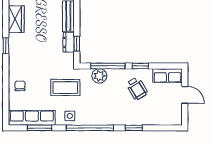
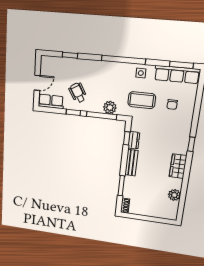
chair: (20, 86) -> (172, 104), moved
door: (185, 95) -> (37, 83), swing flipped
window: (40, 128) -> (181, 65), moved
window: (134, 128) -> (70, 55), moved

